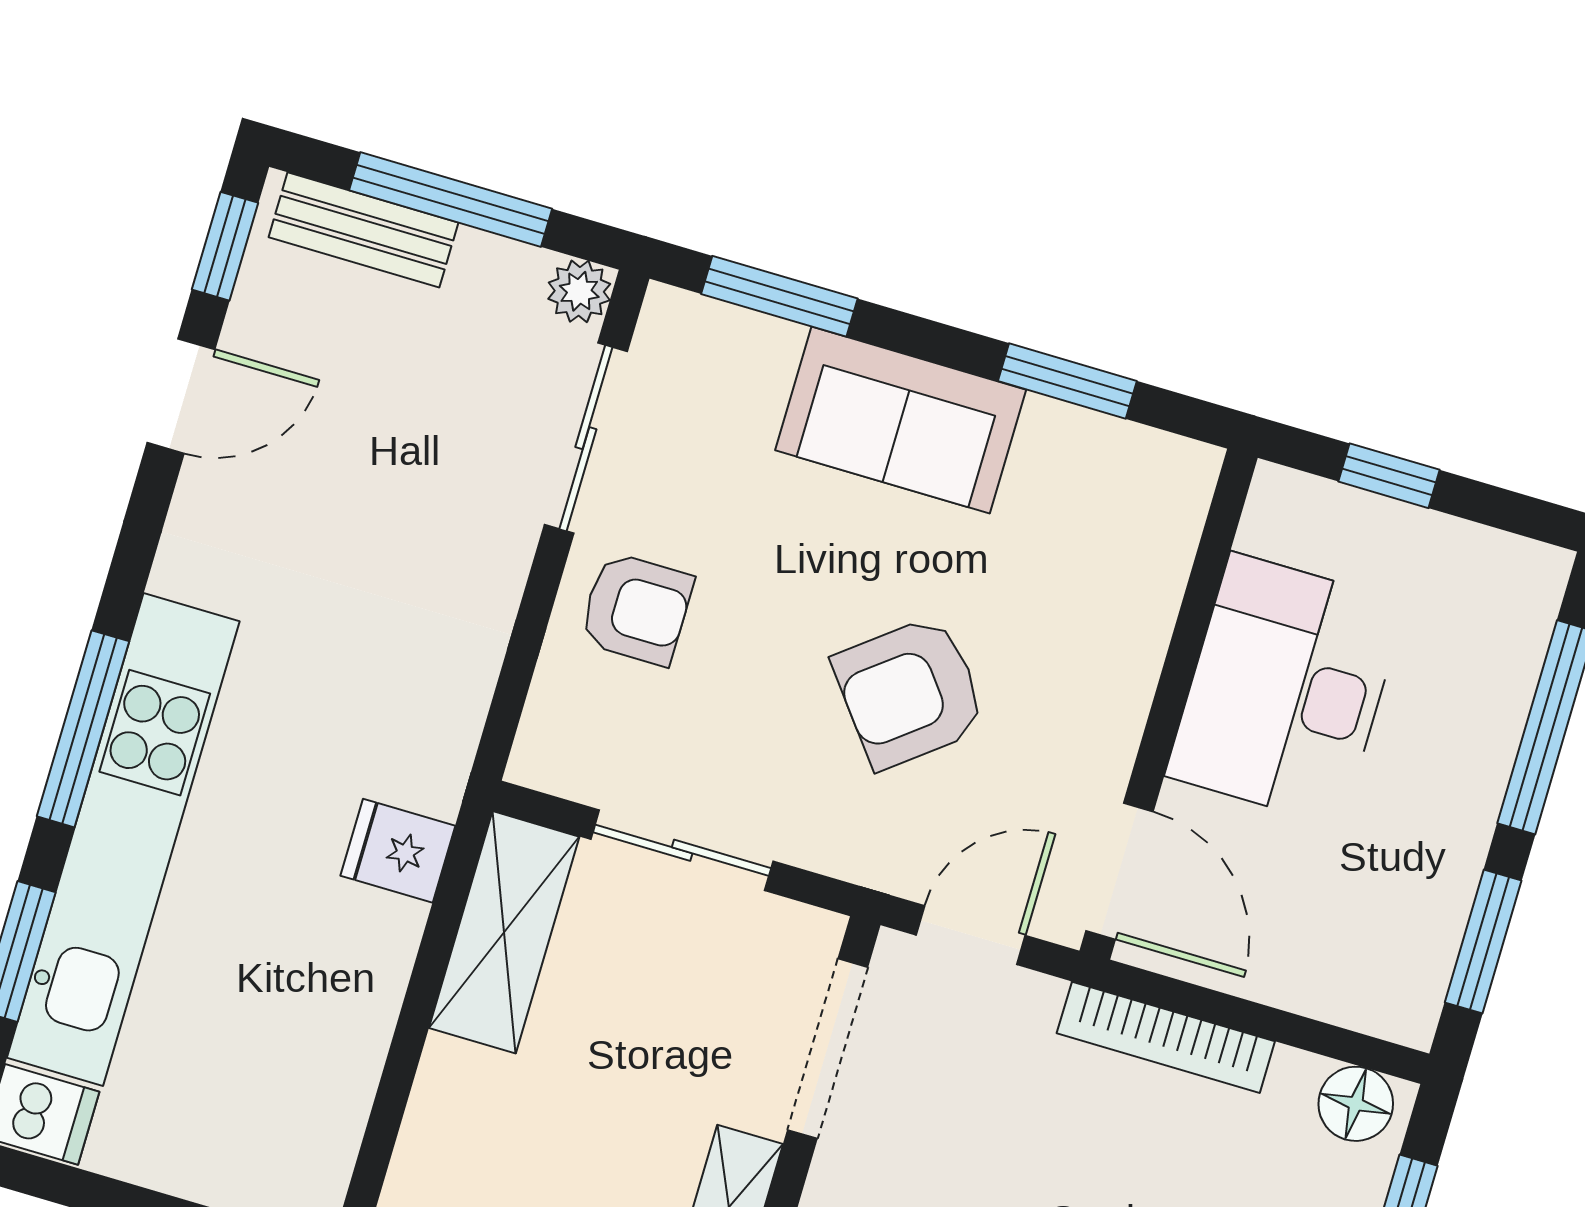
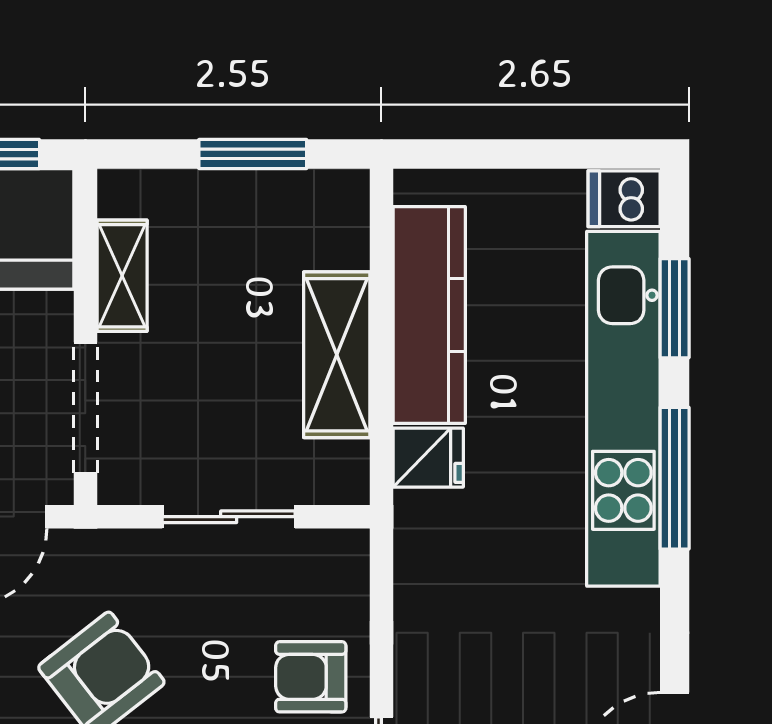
shelving: (504, 932) -> (337, 355), moved
kitchen counter: (342, 1037) -> (429, 315), added

